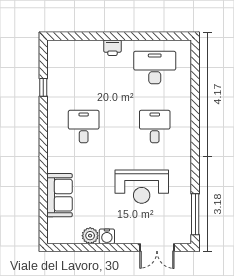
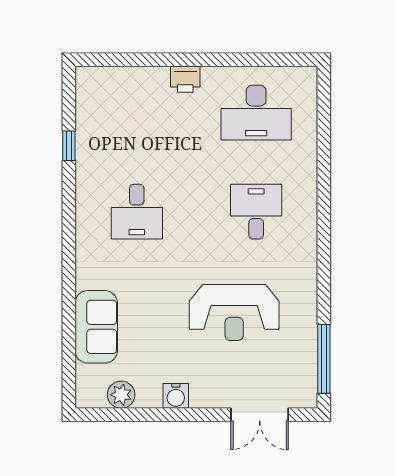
desk: (155, 68) -> (256, 113), turned 180
desk: (84, 127) -> (137, 212), turned 180
plant: (90, 236) -> (121, 395), moved

